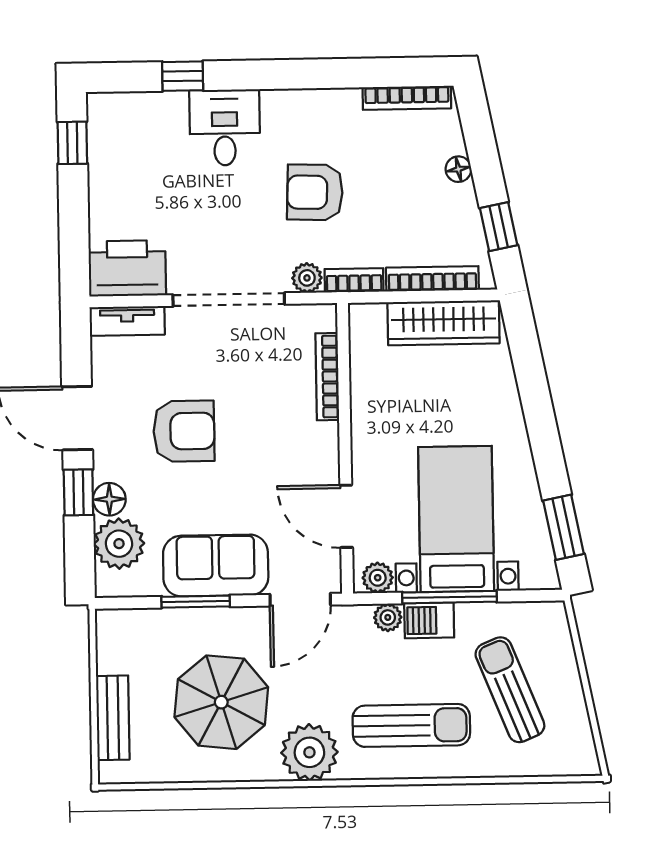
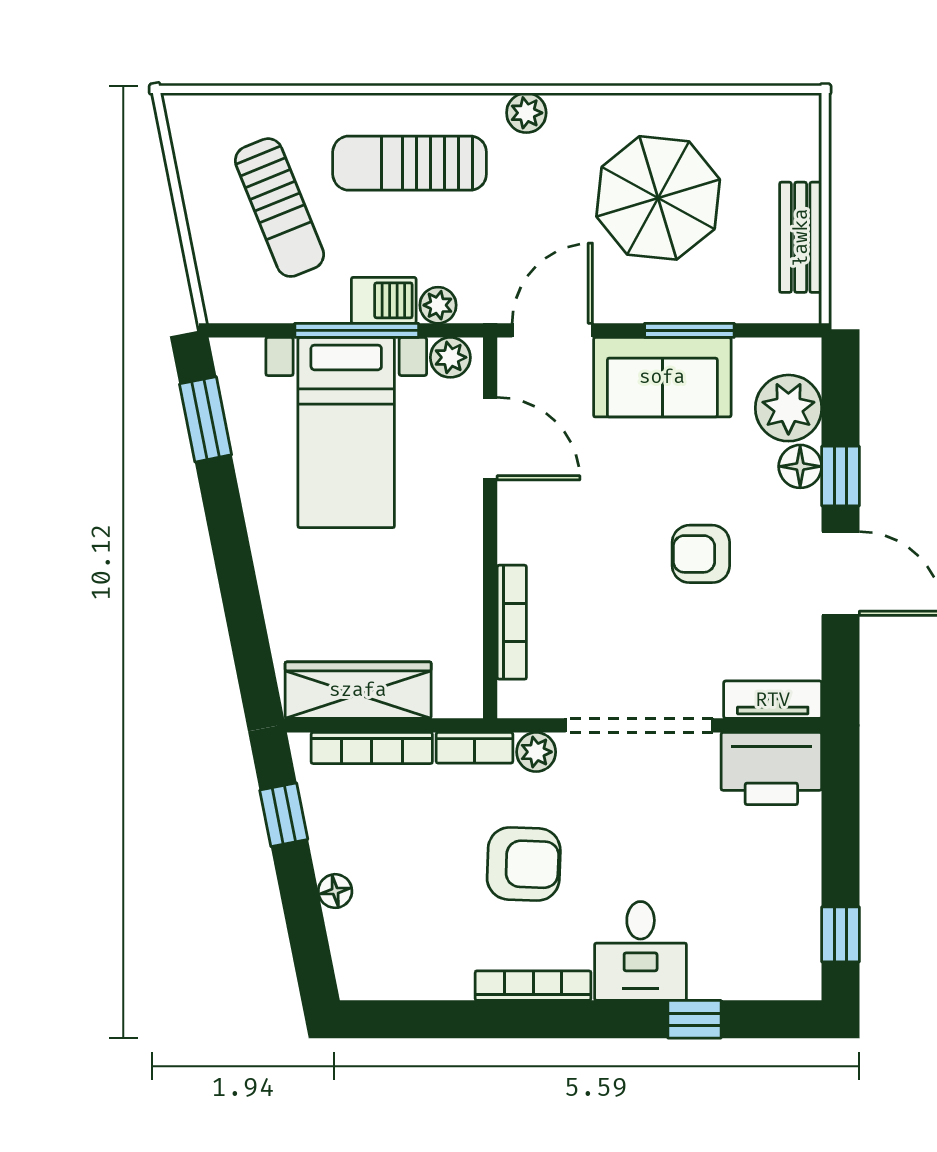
bookcase: (407, 98) -> (533, 986), moved
armchair: (184, 431) -> (701, 554), width x0.72, depth x0.72
bench: (113, 718) -> (801, 237), moved
plant: (309, 752) -> (526, 113), width x0.53, depth x0.53

